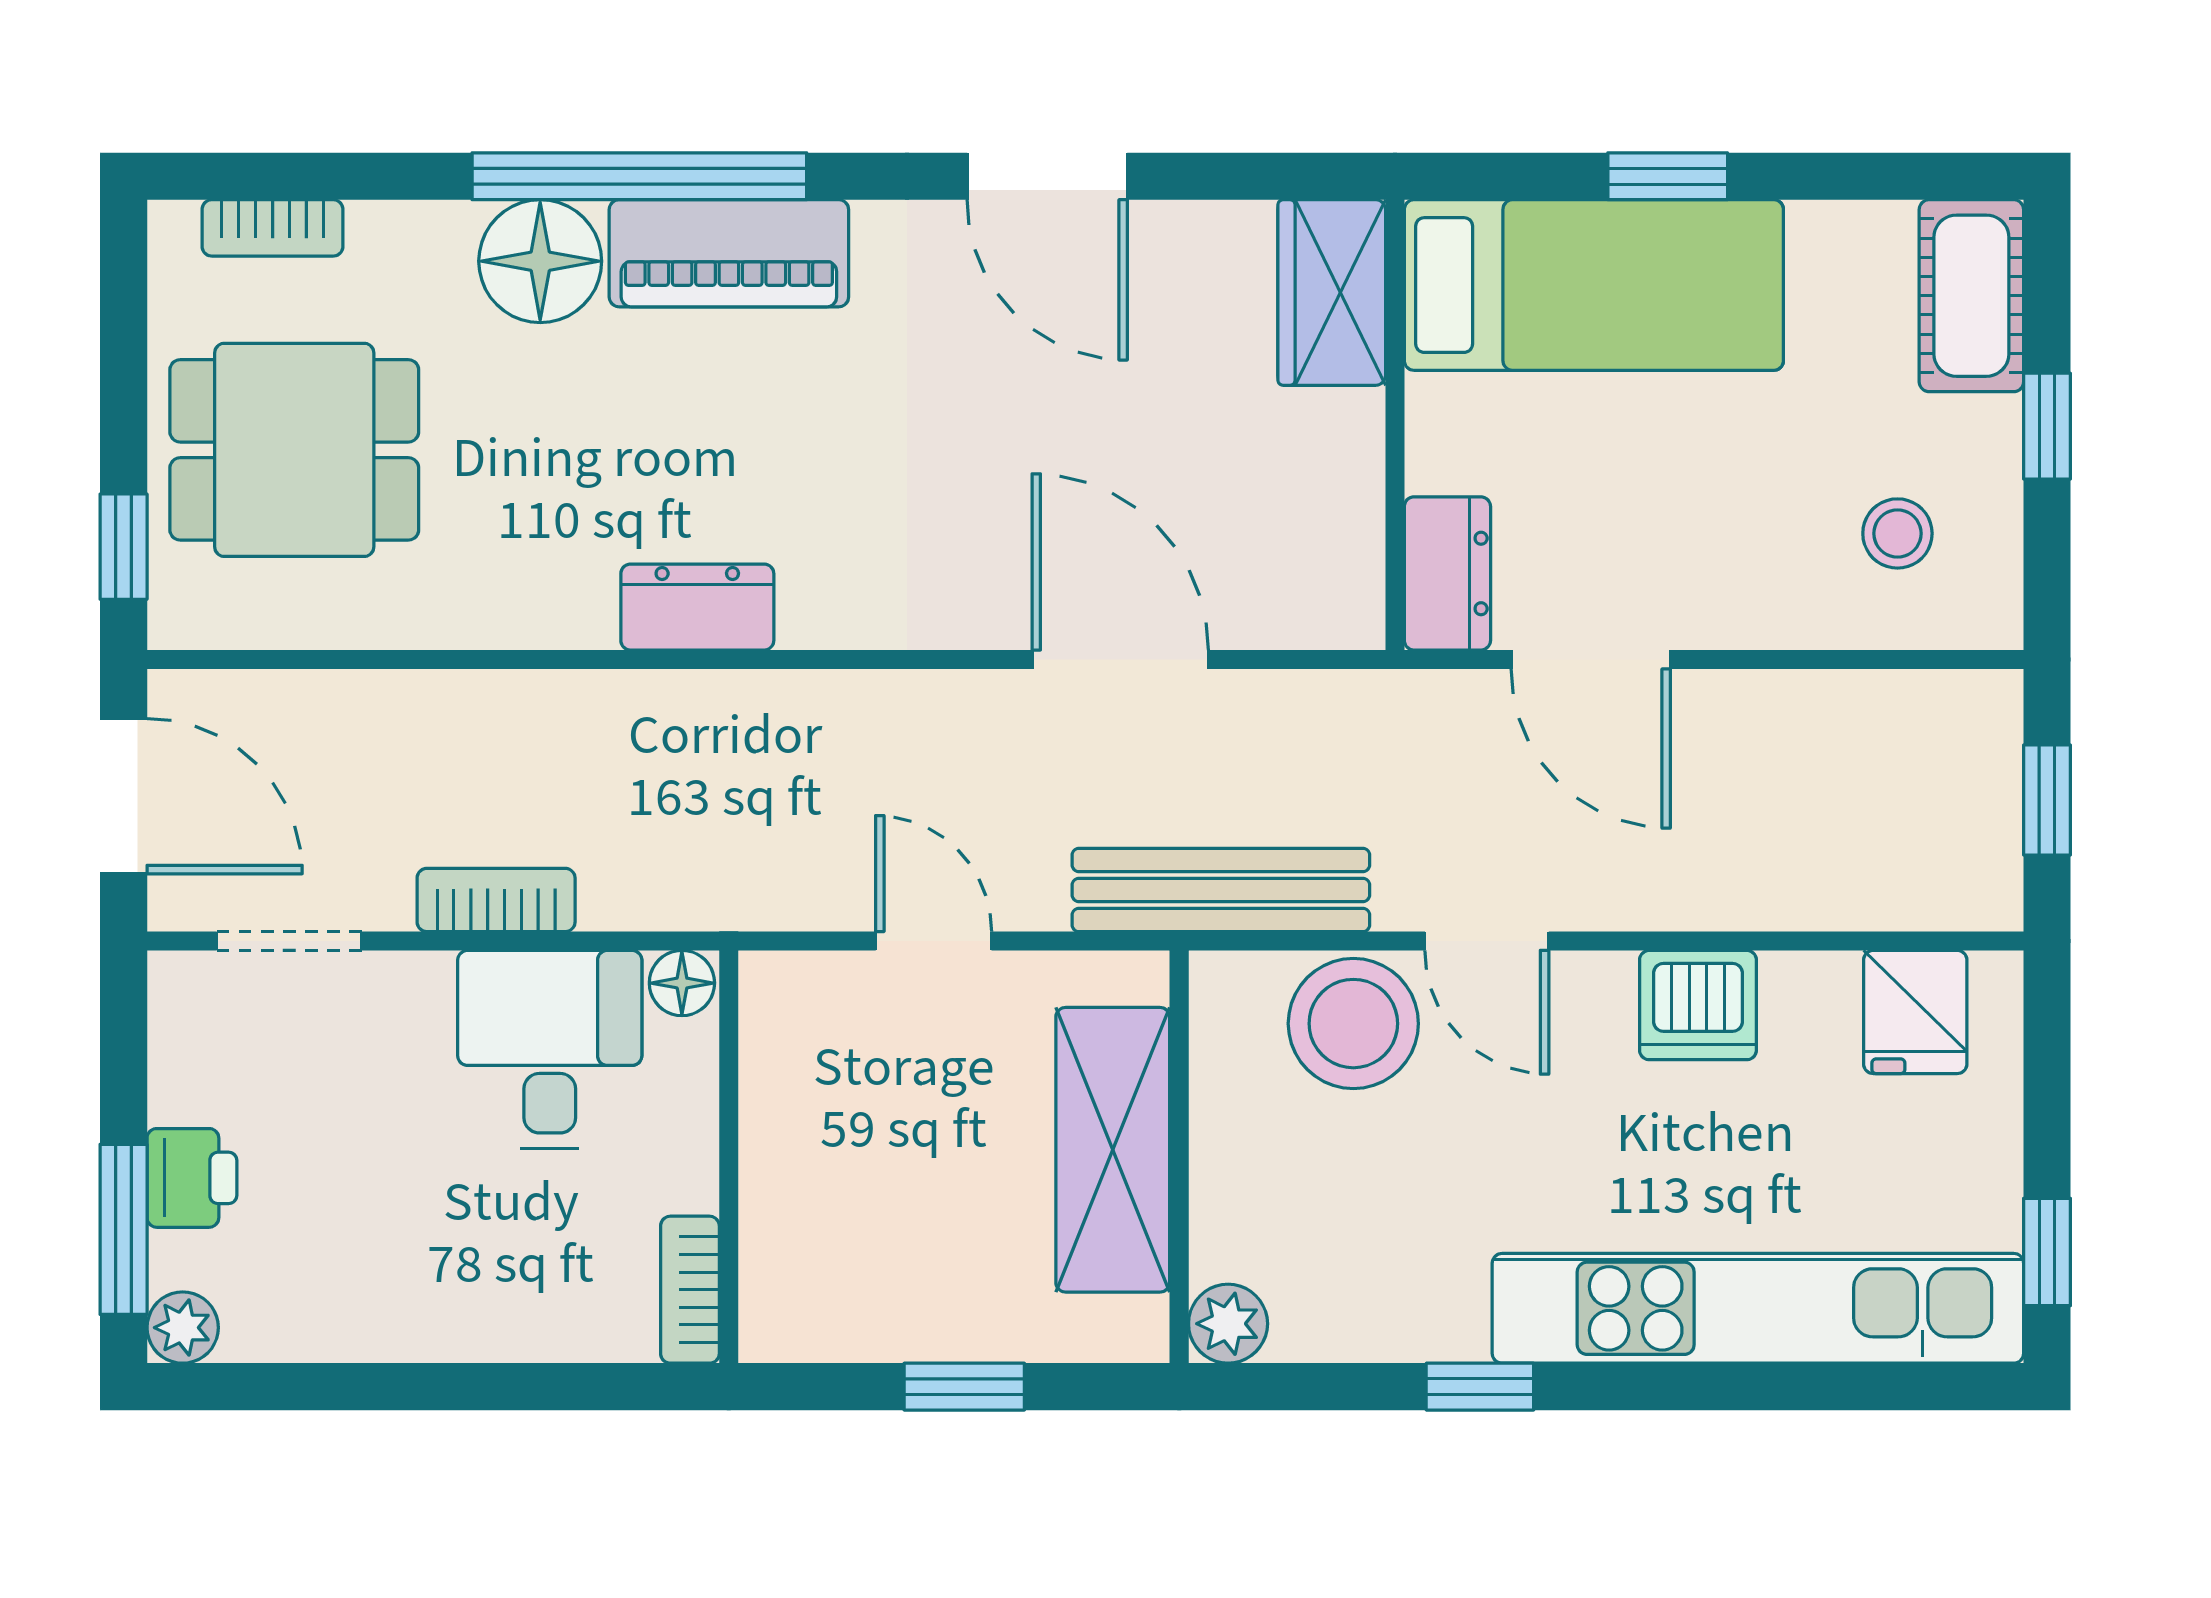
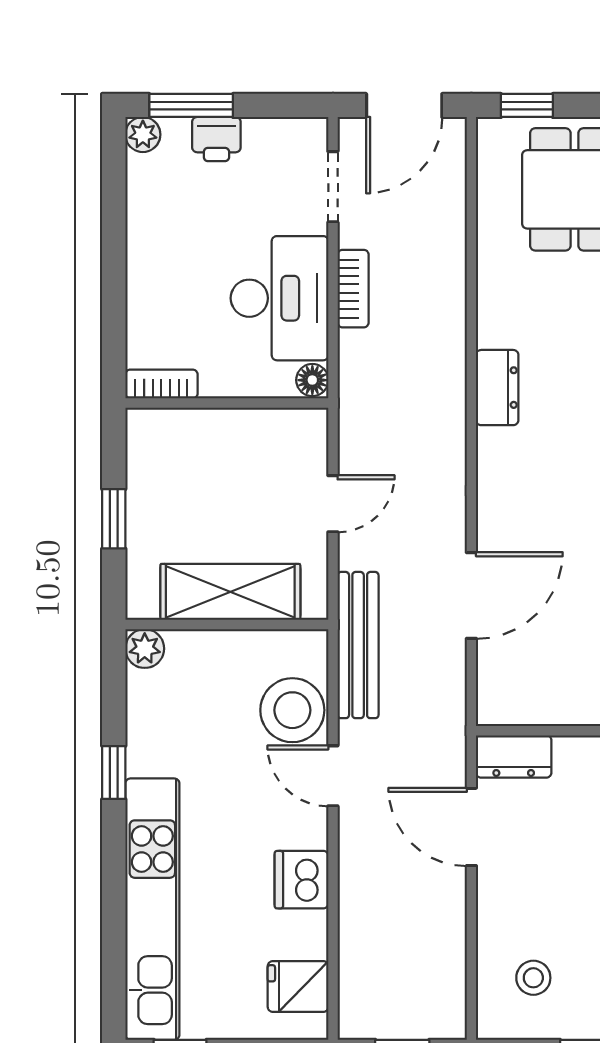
door: (1591, 659) -> (471, 827), hinge flipped
door: (1487, 941) -> (333, 776), hinge flipped
desk: (550, 1050) -> (280, 298), width x1.37

